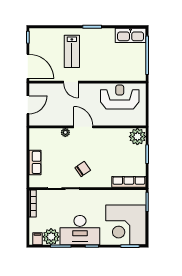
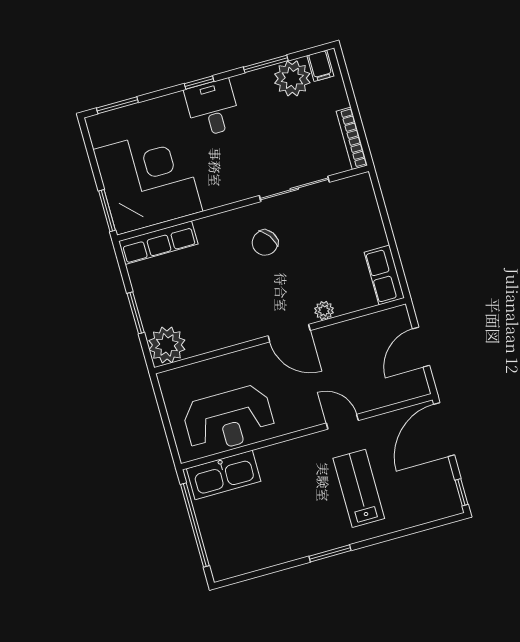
kitchen sink: (131, 35) -> (224, 475), moved, turned 180
door: (28, 66) -> (444, 430), hinge flipped
row of seats: (35, 162) -> (384, 275), moved
corner desk: (126, 225) -> (148, 180), moved
desk: (80, 230) -> (213, 108), width x0.53, depth x0.77

